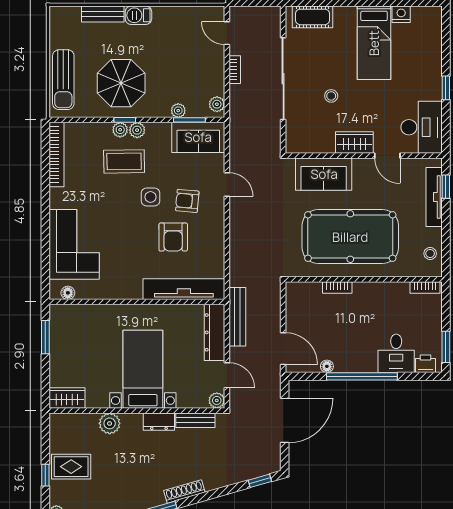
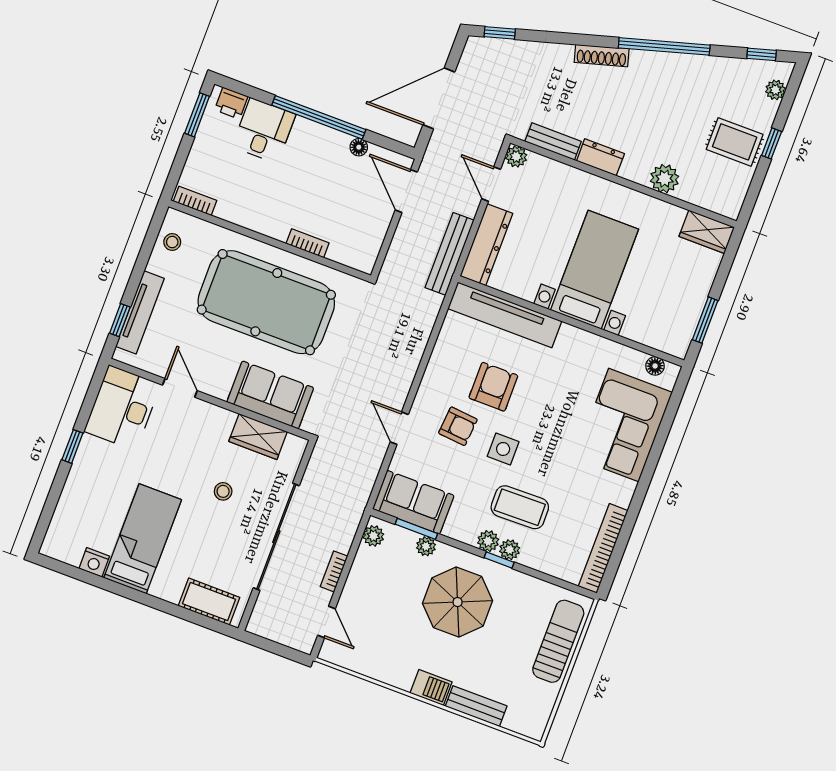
parasol: (121, 83) -> (458, 602), moved
wardrobe: (354, 142) -> (258, 437), moved
bed with nightstands: (143, 369) -> (595, 270), moved, turned 180

